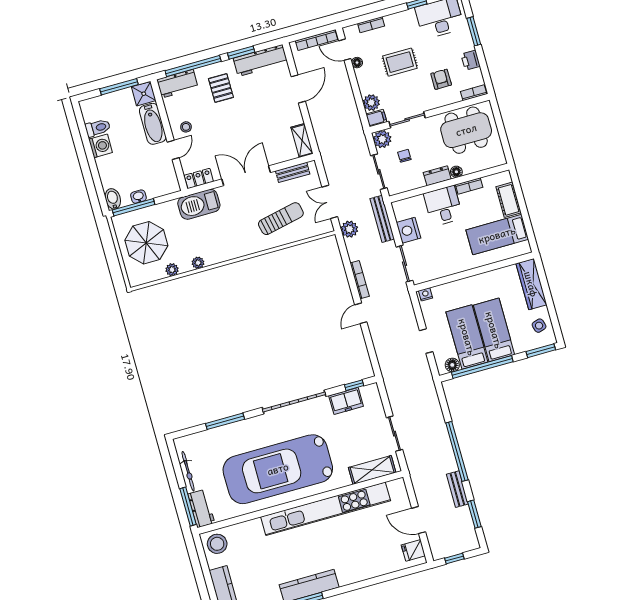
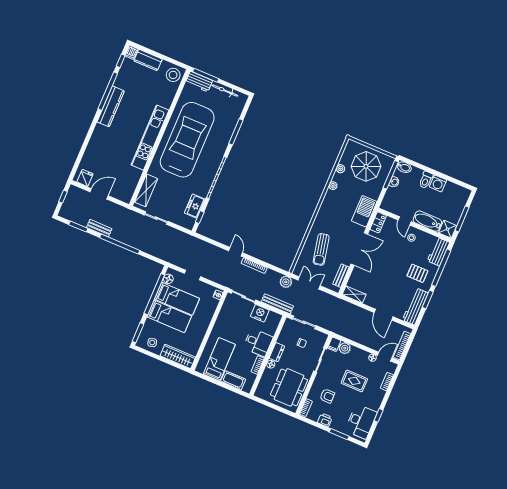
rug: (400, 62) -> (354, 381), turned 90
toilet: (98, 128) -> (426, 180), moved
plant: (382, 139) -> (320, 338), removed
kitchen unit: (326, 509) -> (150, 138), width x0.73

